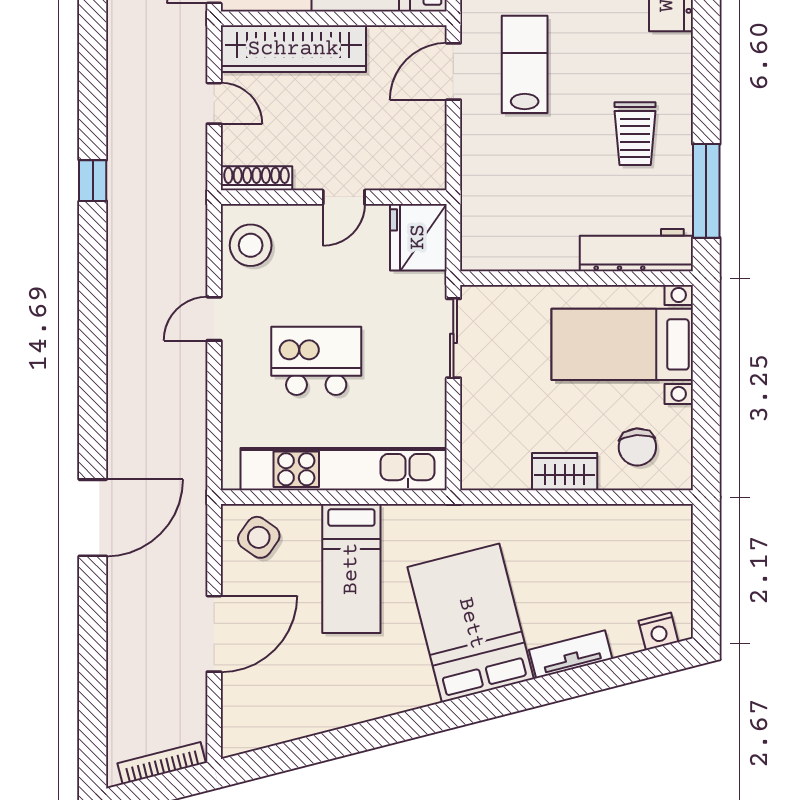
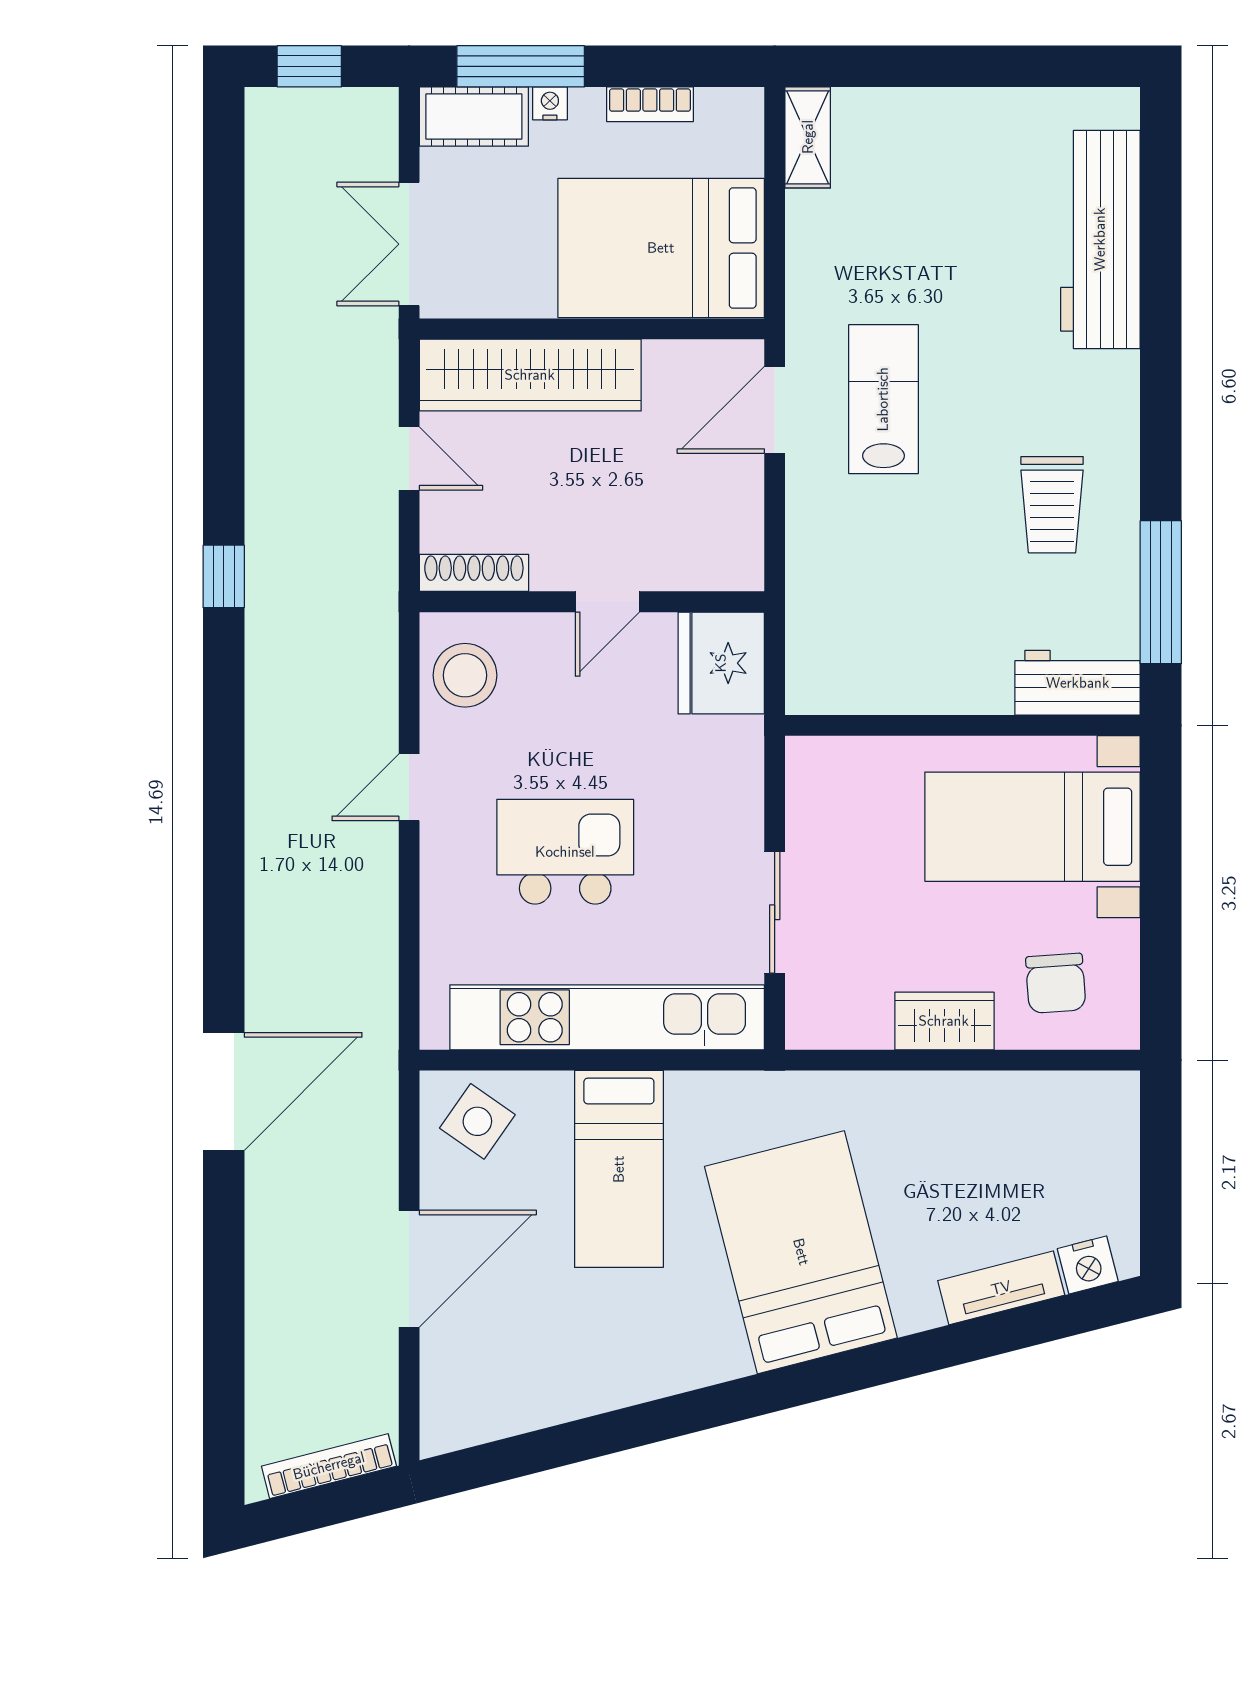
workbench: (636, 250) -> (1078, 683), width x0.73
sliding door: (453, 338) -> (775, 912), moved
tv unit: (571, 654) -> (1001, 1288), moved

